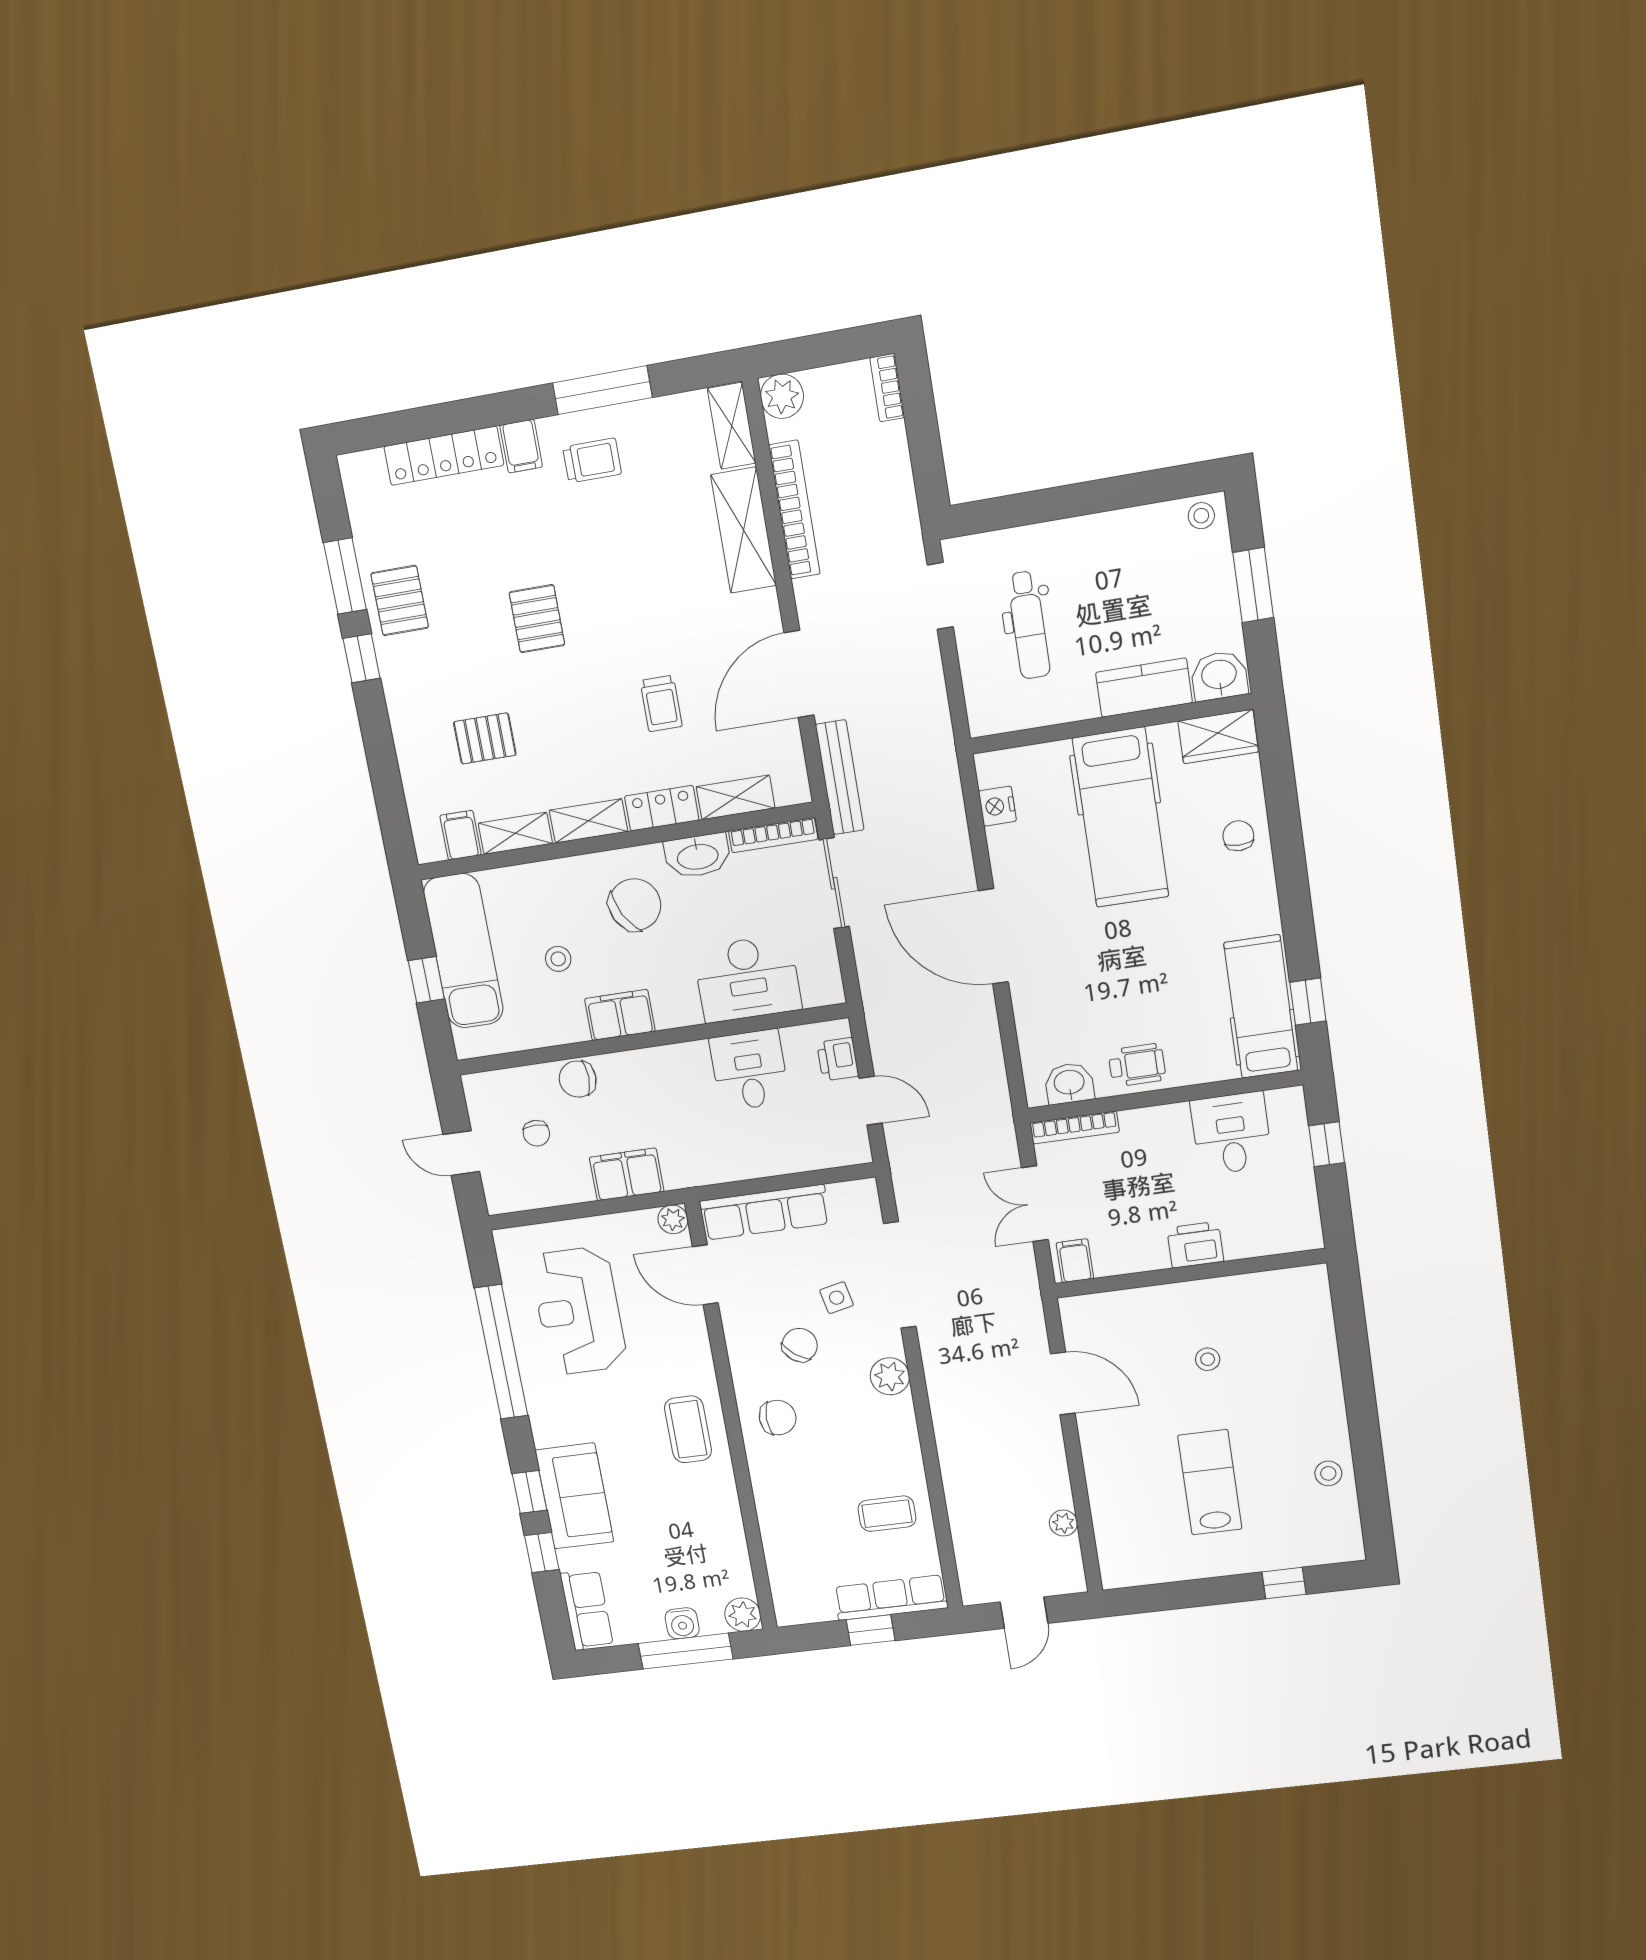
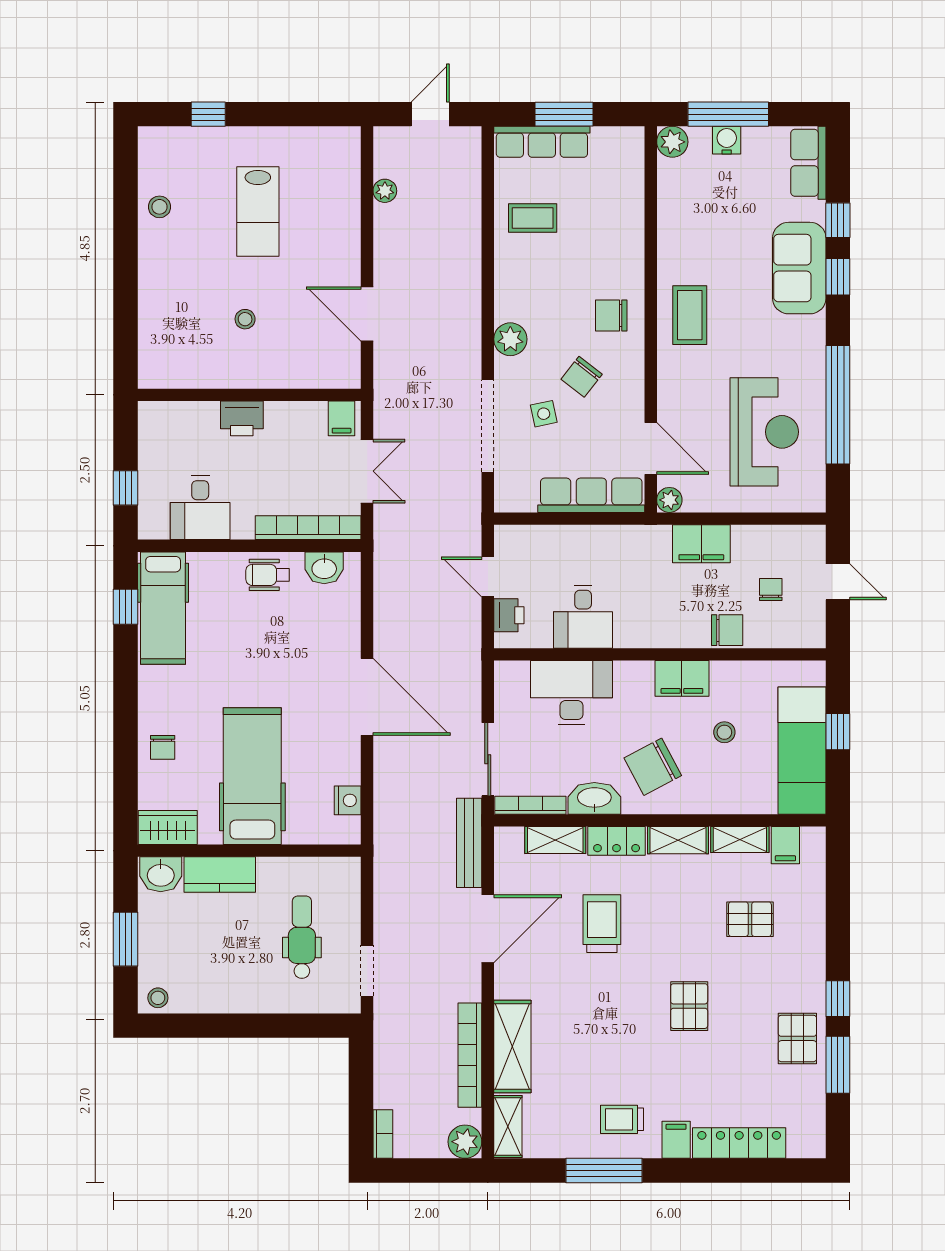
trolley: (661, 704) -> (602, 924), width x1.36, depth x1.39
bookcase: (1075, 1127) -> (308, 528), width x1.48, depth x1.31
window: (871, 1630) -> (564, 114), width x1.50

